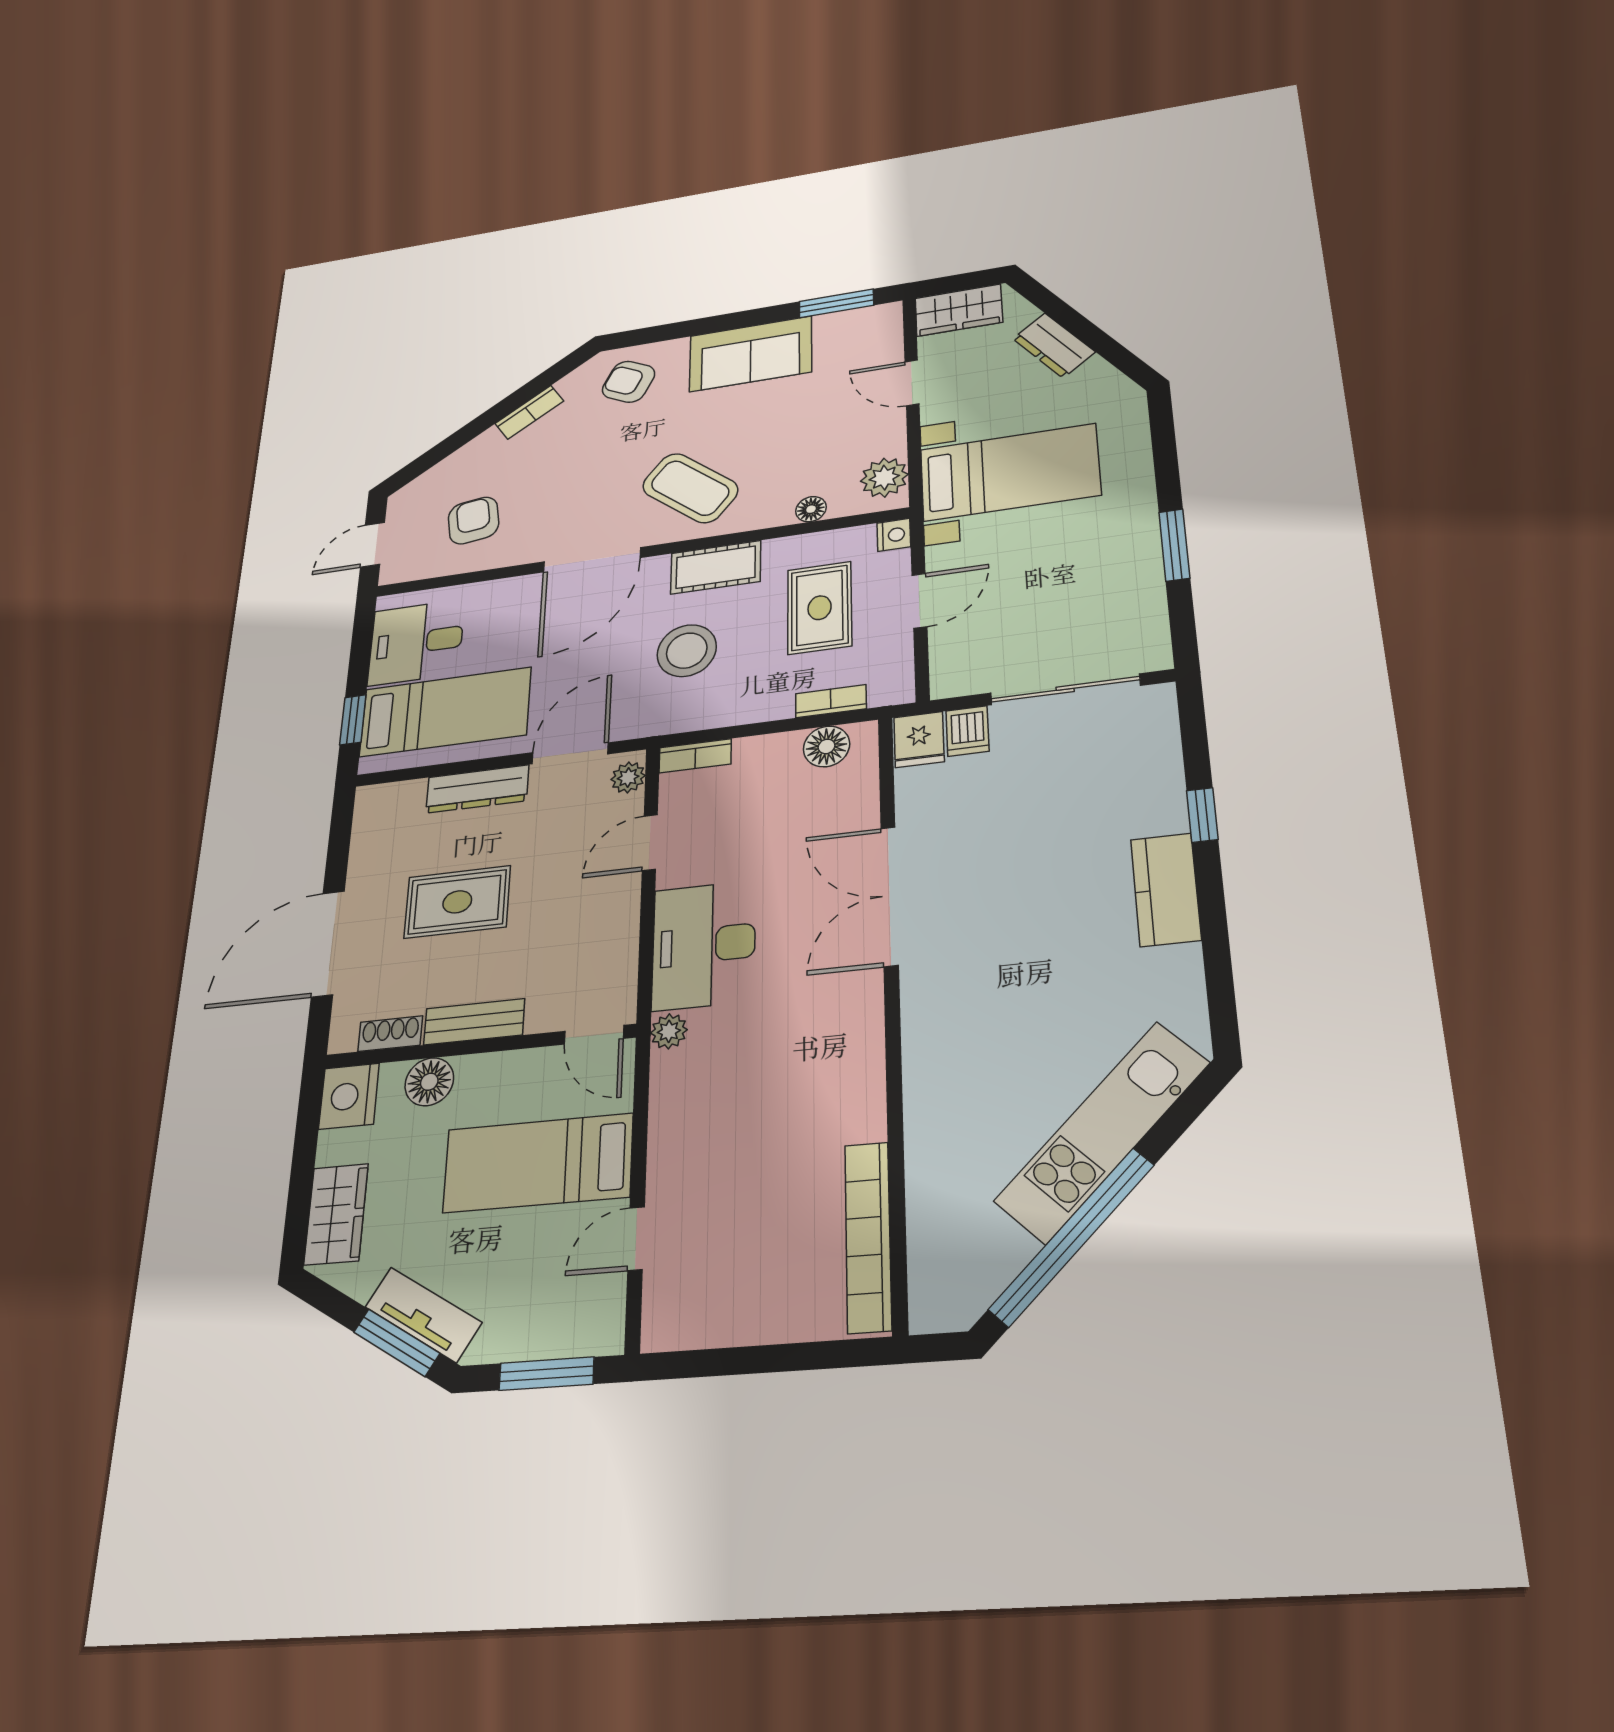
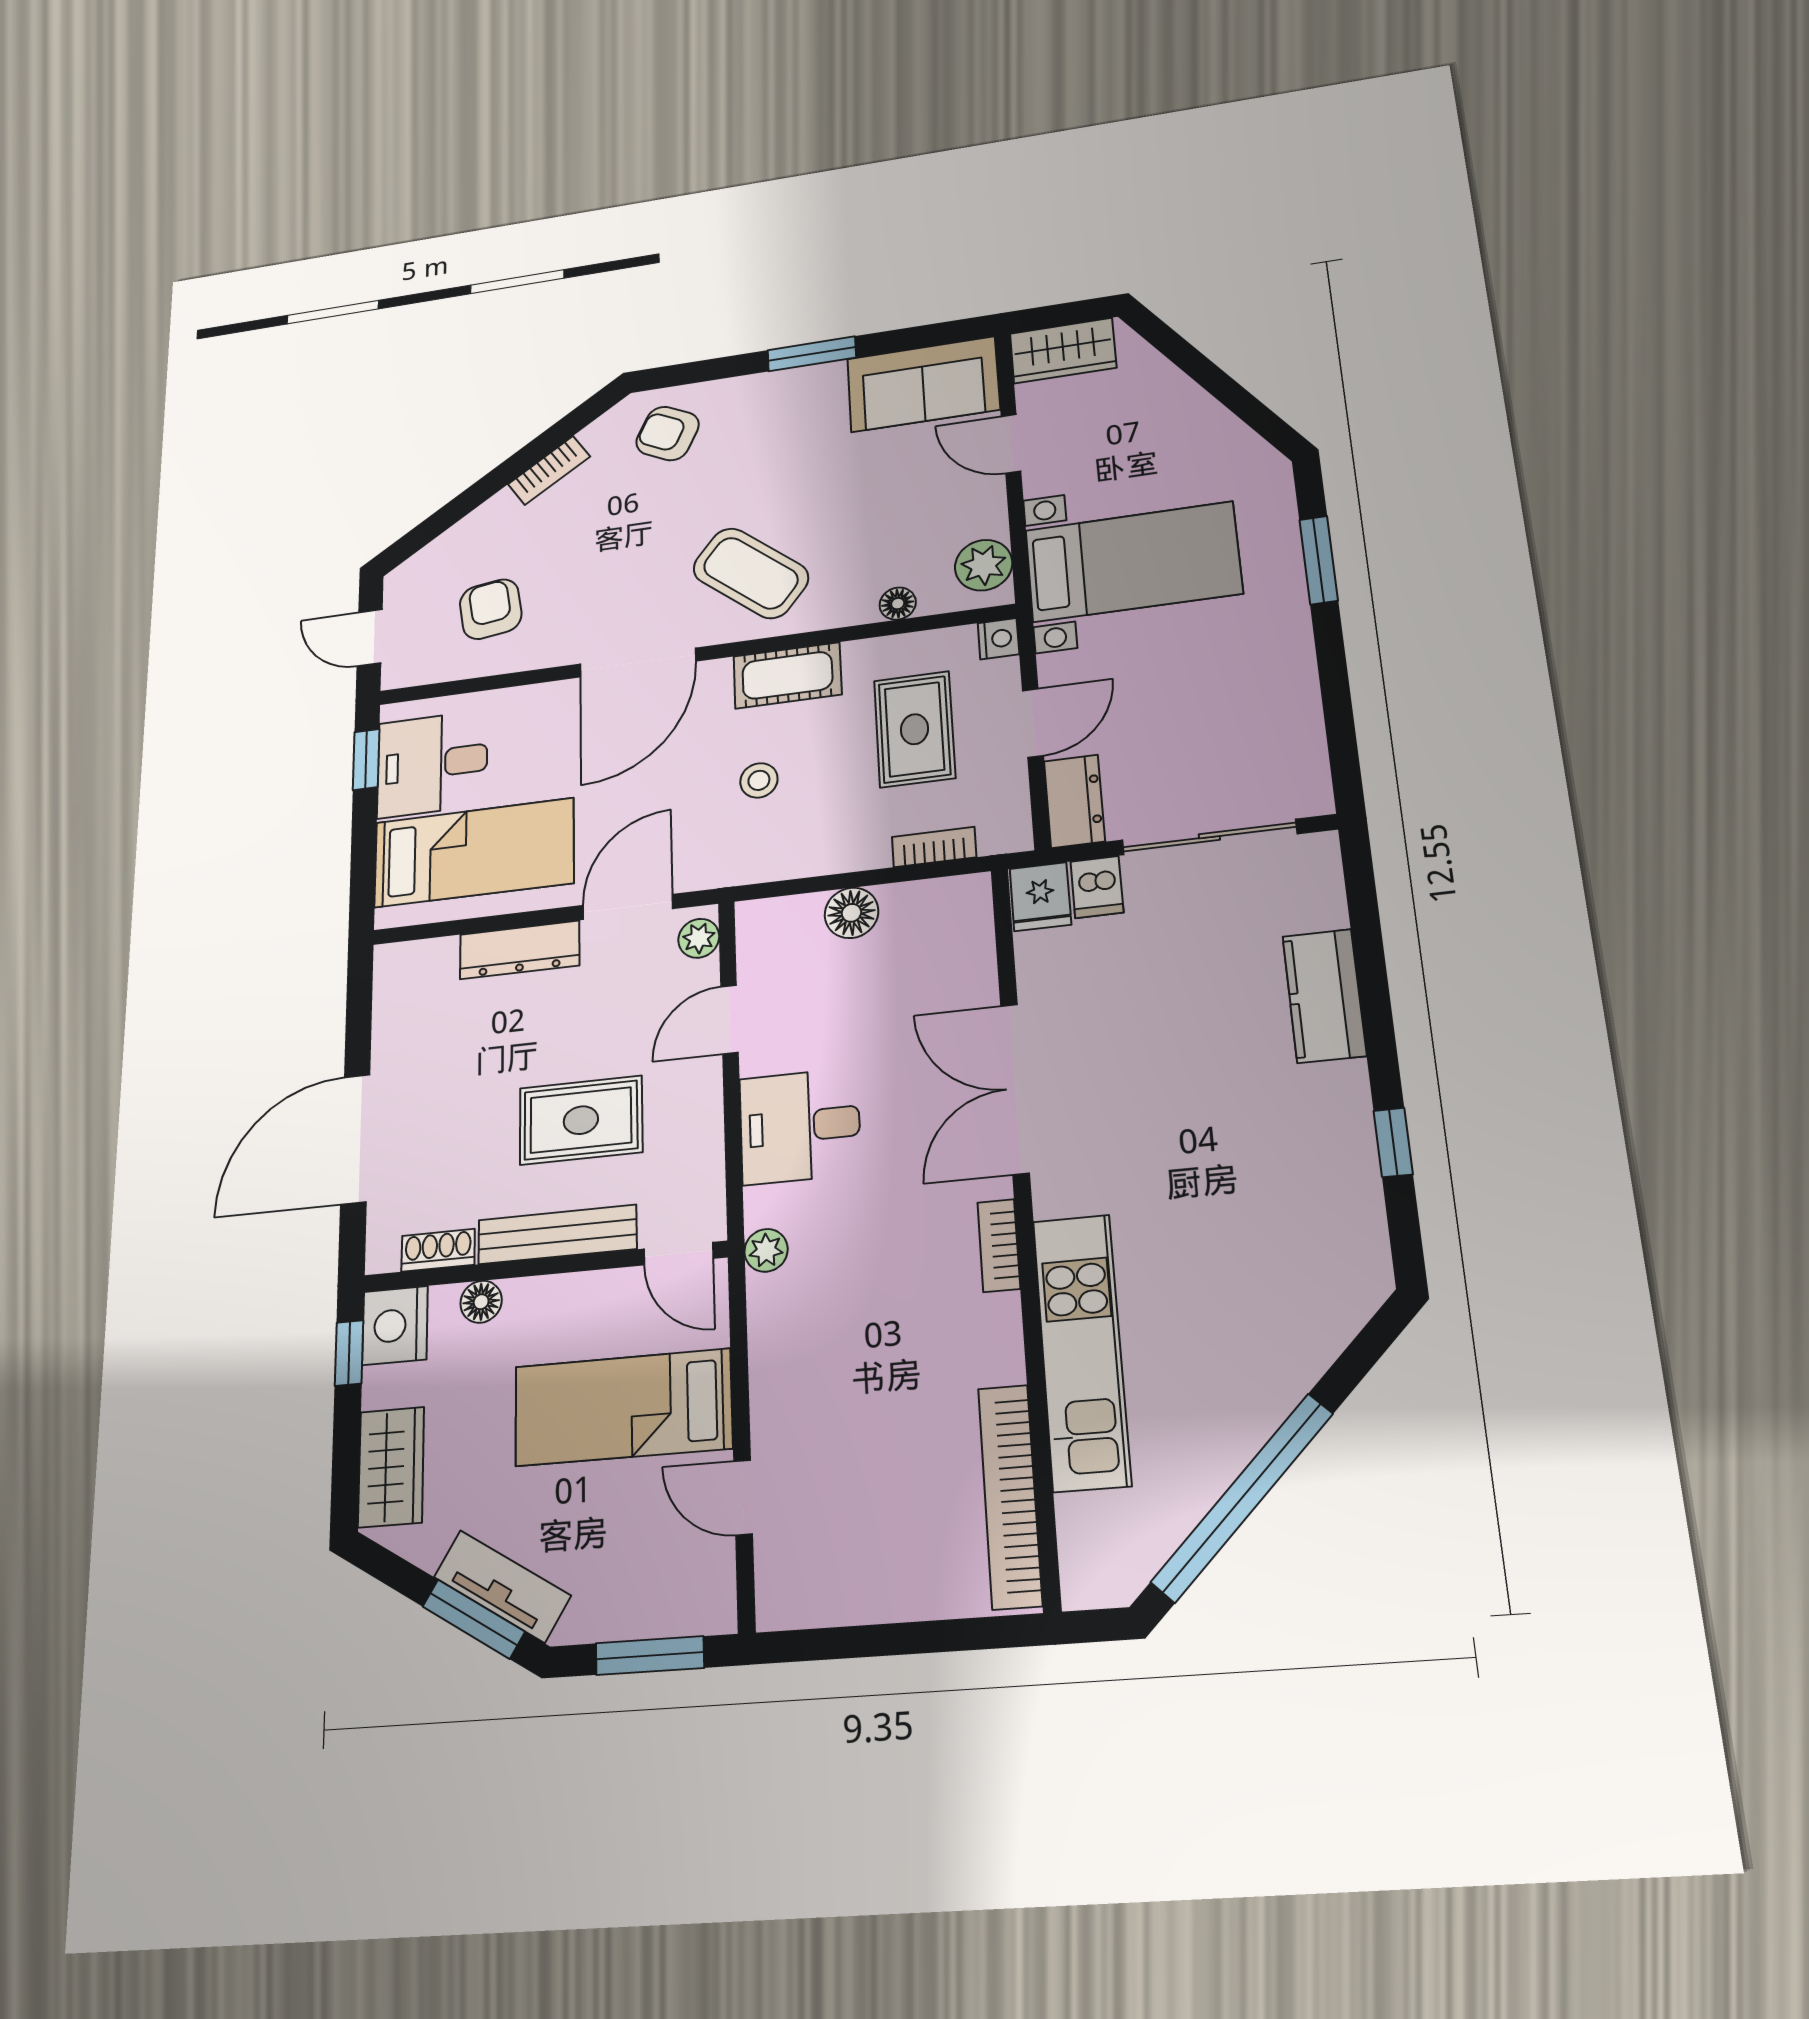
window: (836, 303) -> (812, 354), moved
dresser: (1054, 345) -> (1074, 801), moved, turned -142
sofa: (750, 354) -> (923, 384), moved
door: (372, 545) -> (370, 638), hinge flipped
window: (1174, 545) -> (1319, 560), moved
stool: (687, 651) -> (759, 780), width x0.53, depth x0.53
window: (353, 720) -> (366, 759), moved
floor lamp: (826, 746) -> (851, 913), moved
bookcase: (695, 756) -> (999, 1246), moved, turned 90
window: (1202, 815) -> (1393, 1142), moved
kitchen counter: (1166, 889) -> (1324, 996), moved
rug: (457, 902) -> (581, 1120), moved
desk: (704, 945) -> (800, 1126), width x0.73
bench: (474, 1022) -> (557, 1234), width x1.36
floor lamp: (429, 1082) -> (481, 1302), width x0.73, depth x0.73
window: (308, 1119) -> (349, 1353), added
kitchen unit: (1102, 1132) -> (1082, 1351), moved, turned 135
door: (636, 1239) -> (743, 1498), hinge flipped

